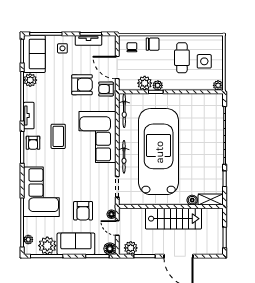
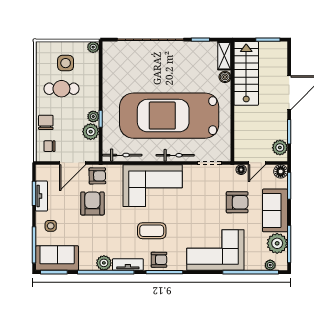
plant: (30, 80) -> (104, 263), moved
armchair: (106, 89) -> (97, 176), turned -91
stairs: (173, 219) -> (246, 73), moved

